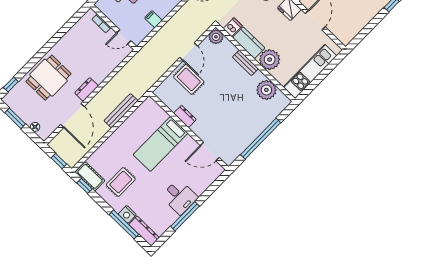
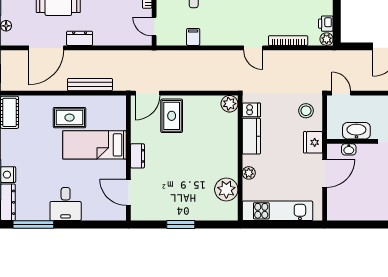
door: (189, 52) -> (147, 93), moved
plant: (270, 60) -> (249, 173), width x0.53, depth x0.53
bench: (245, 63) -> (232, 150), removed
dresser: (185, 116) -> (137, 156), moved
window: (261, 139) -> (181, 224), width x0.47
rug: (121, 182) -> (70, 118), moved
window: (185, 216) -> (33, 224), moved

